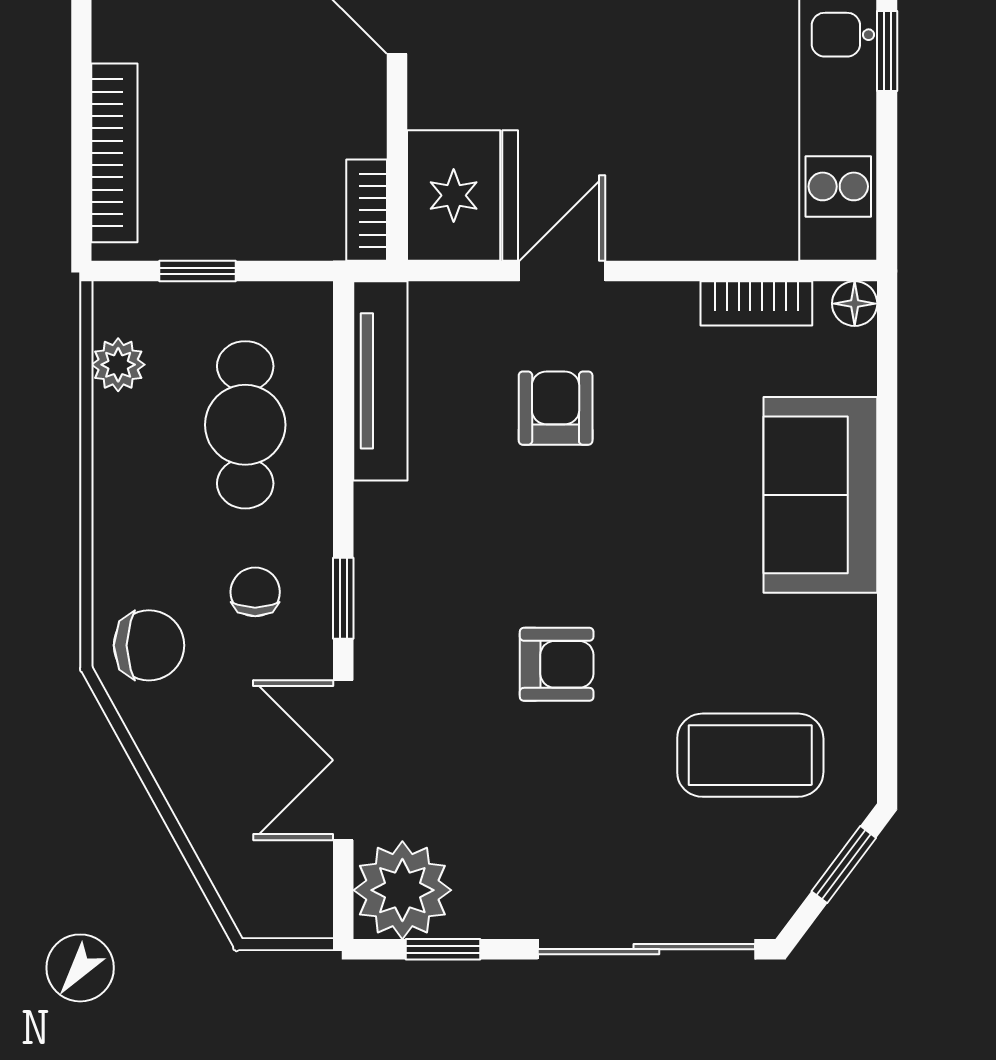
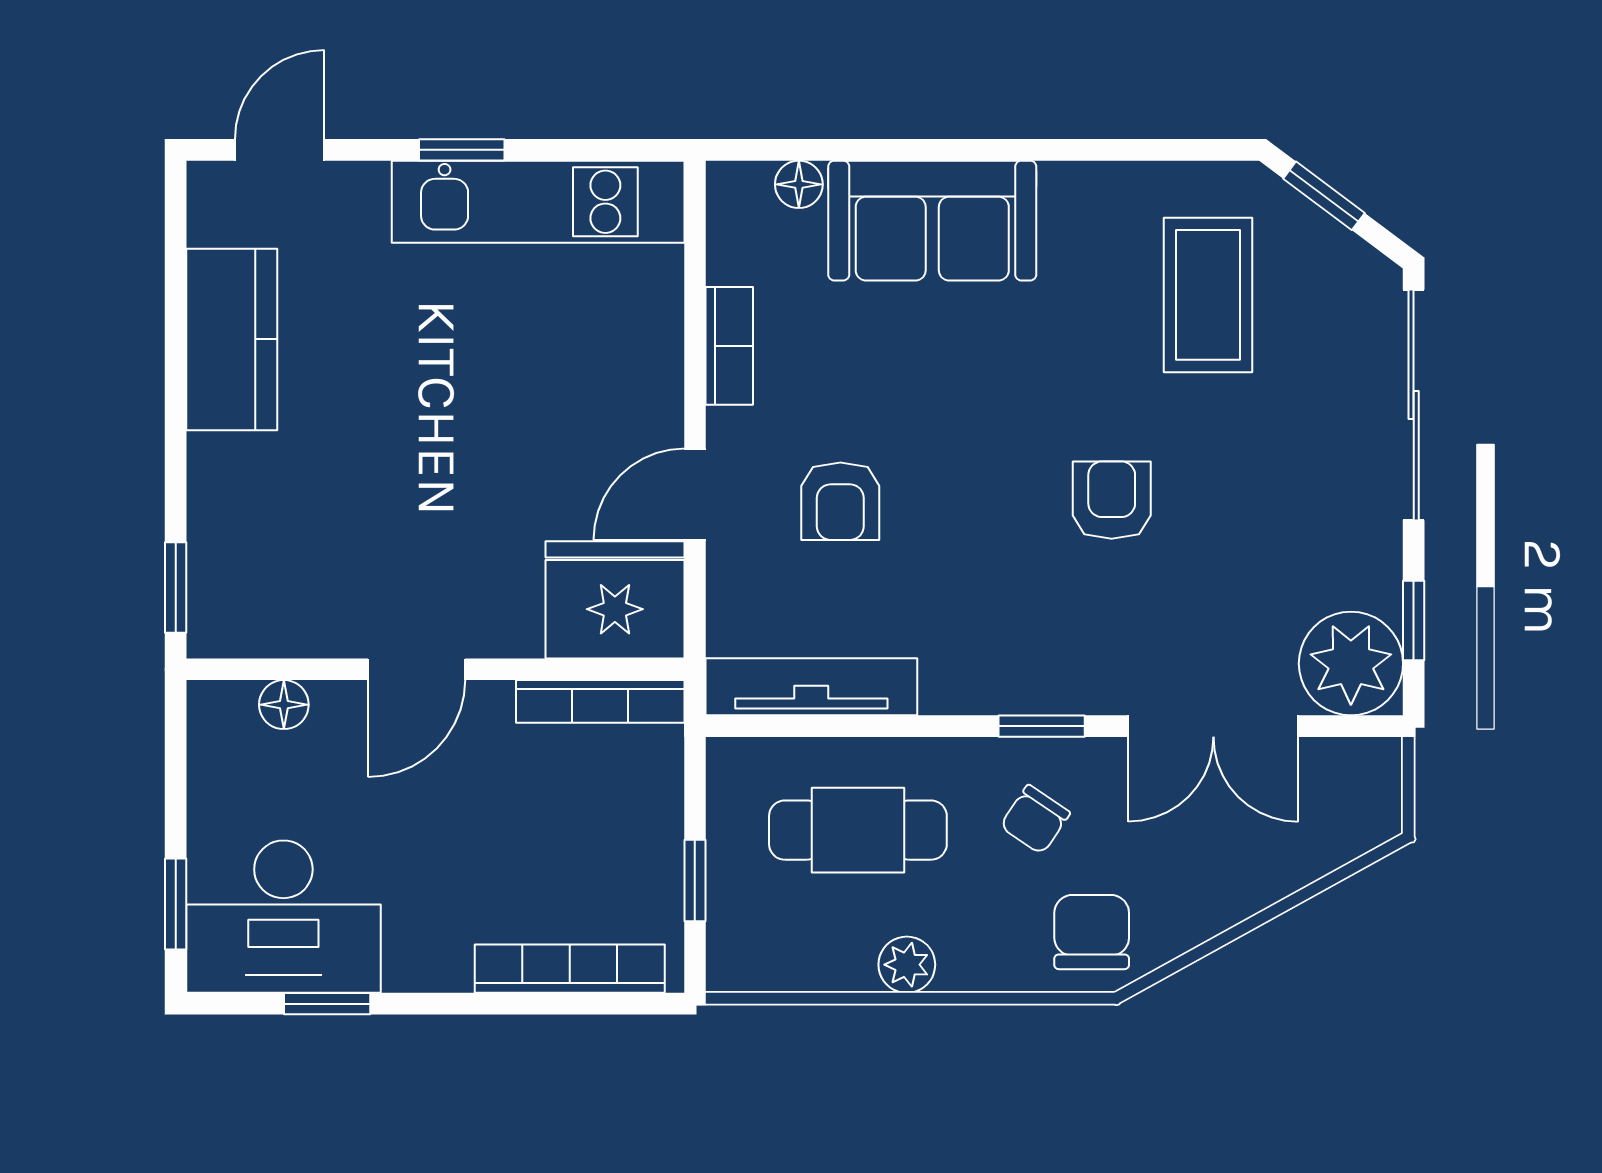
bookcase: (367, 210) -> (600, 701), width x1.56
door: (562, 271) -> (695, 494), hinge flipped
bookcase: (756, 303) -> (729, 346), moved
floor lamp: (855, 304) -> (799, 184), moved
plant: (118, 365) -> (907, 965), moved
armchair: (556, 408) -> (840, 501), turned -90
chair: (255, 592) -> (1035, 820), turned -56

